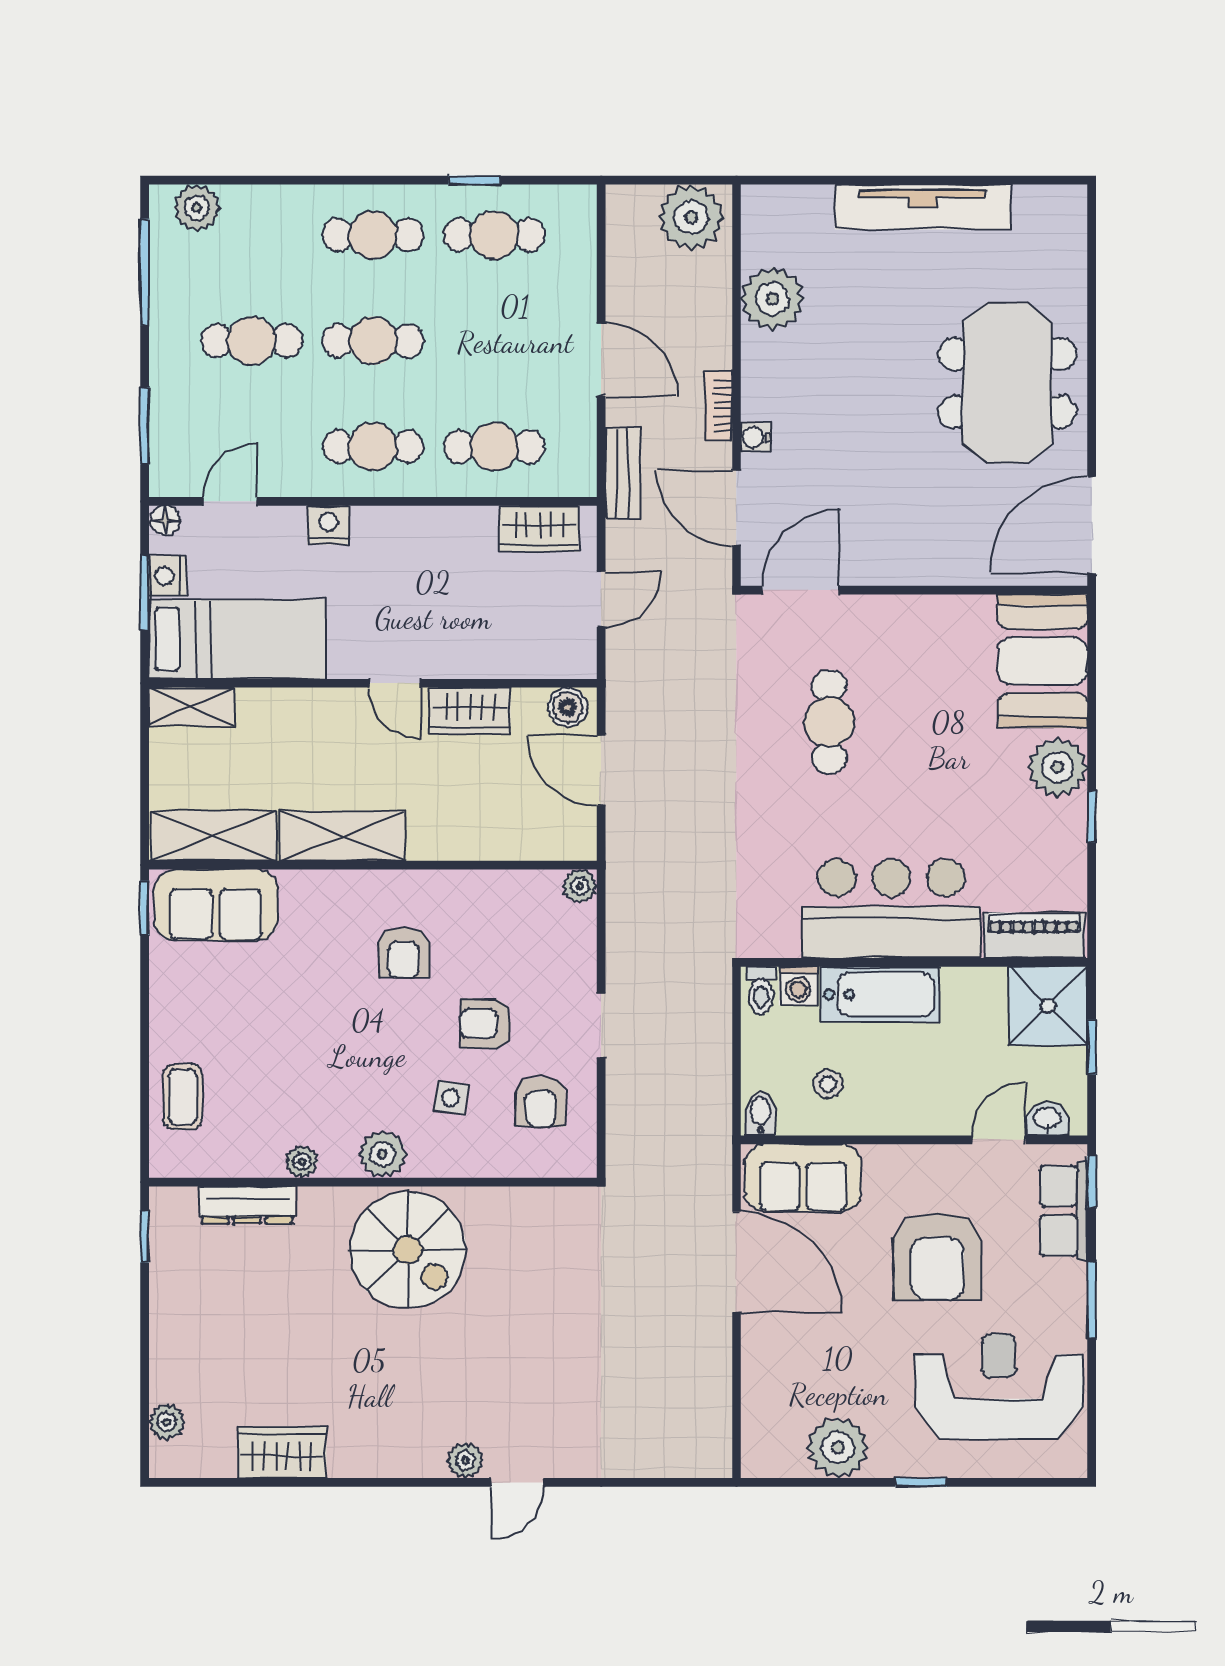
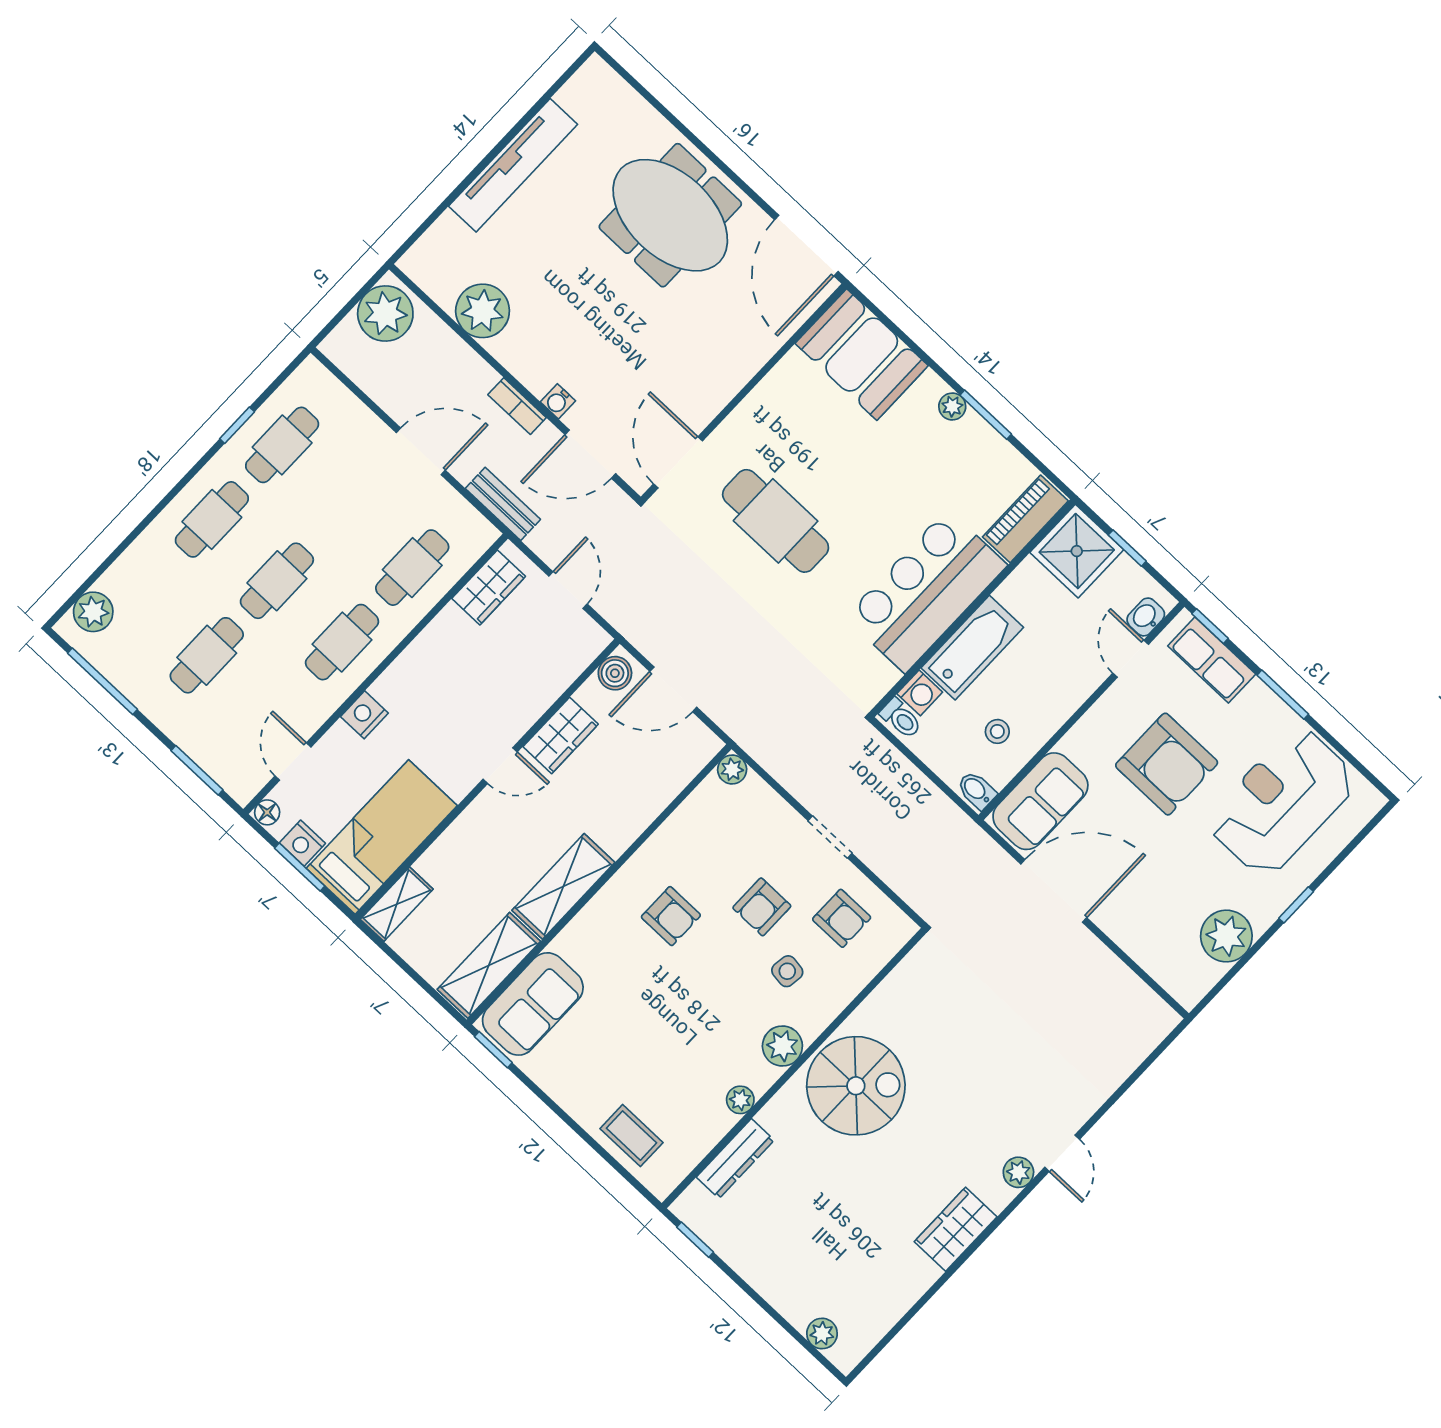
cafe table: (829, 722) -> (776, 521), width x1.37, depth x1.35
plant: (1058, 767) -> (952, 406), width x0.53, depth x0.53
window: (1092, 817) -> (986, 415), width x1.50
wardrobe: (282, 1452) -> (956, 1229), moved

